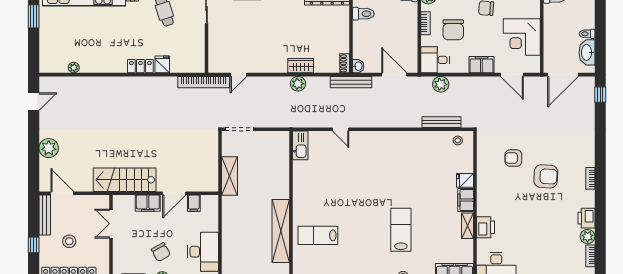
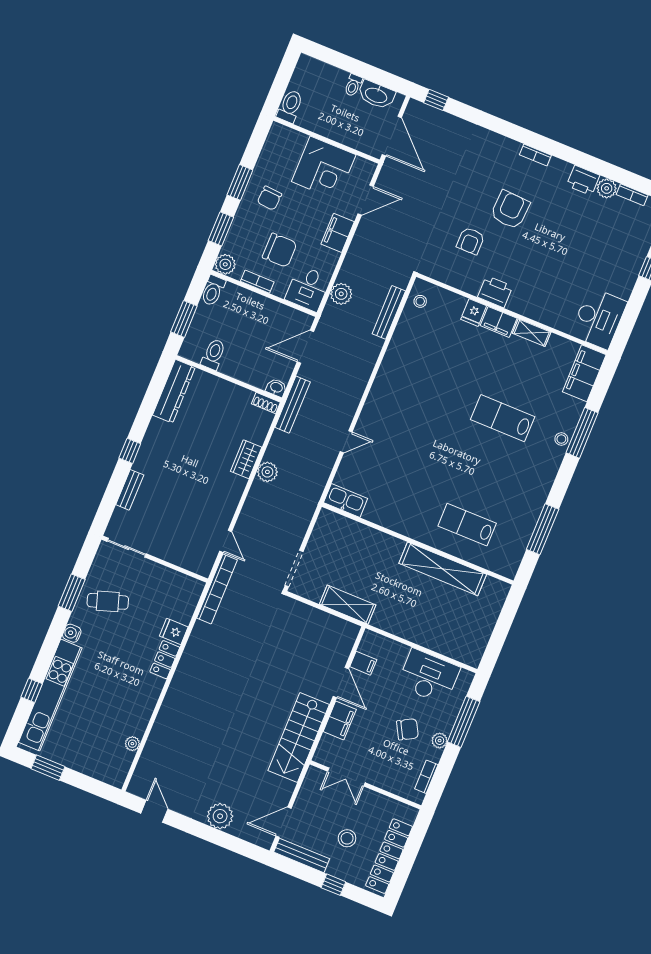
printer: (485, 227) -> (495, 292), moved
lab bench: (318, 235) -> (467, 525), turned 90

